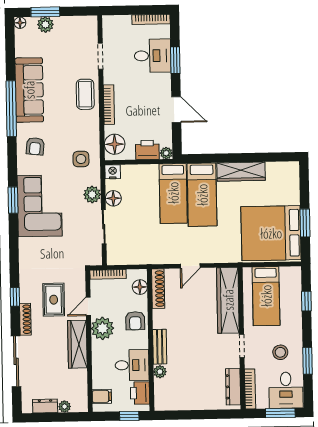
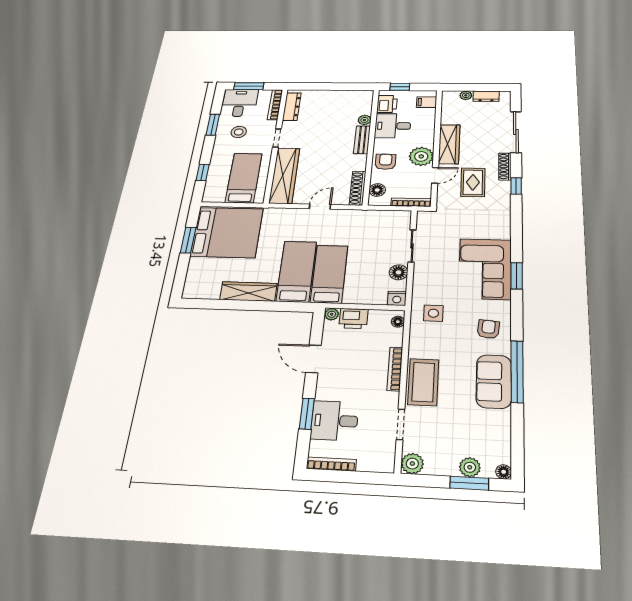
sofa: (29, 90) -> (494, 381), width x0.73
coffee table: (85, 94) -> (423, 382), width x1.36, depth x1.32
floor lamp: (115, 144) -> (398, 322), width x0.53, depth x0.53
plant: (92, 194) -> (412, 464), moved

